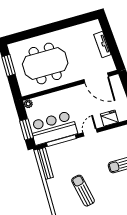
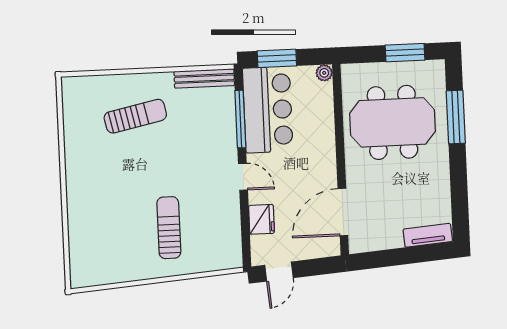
window: (35, 32) -> (456, 117), added
tv unit: (102, 45) -> (428, 235), moved
meeting table: (45, 64) -> (392, 122), turned 90
sun lounger: (83, 191) -> (135, 116), moved

